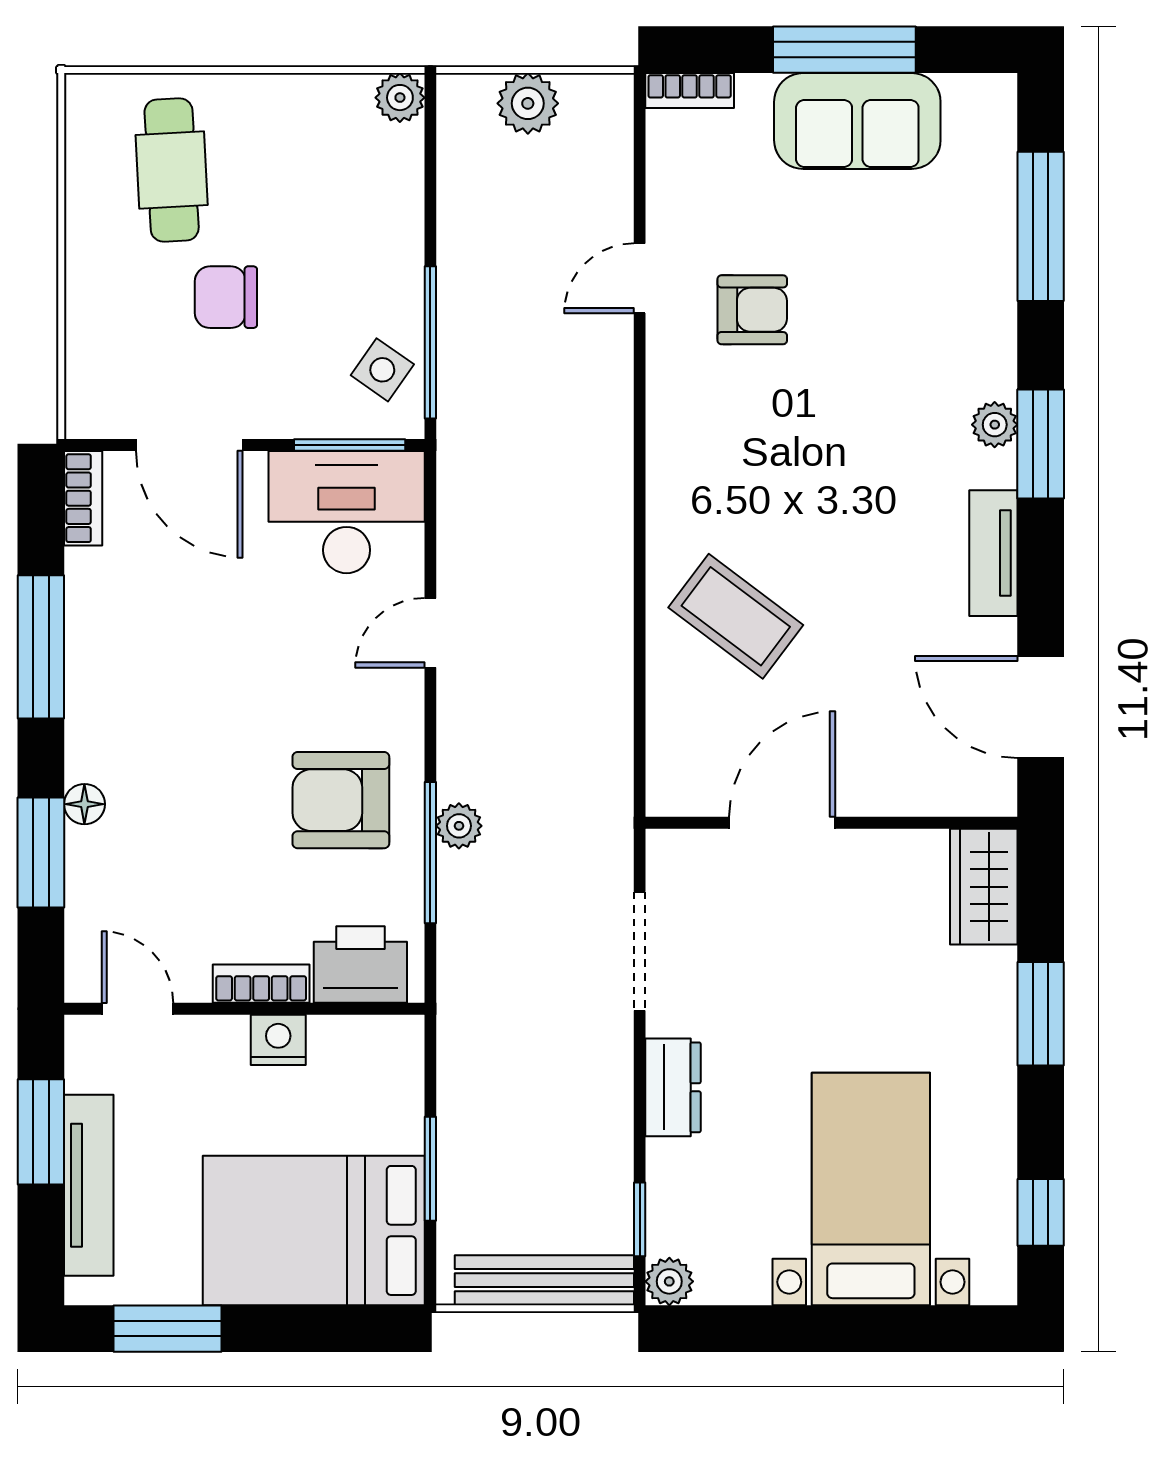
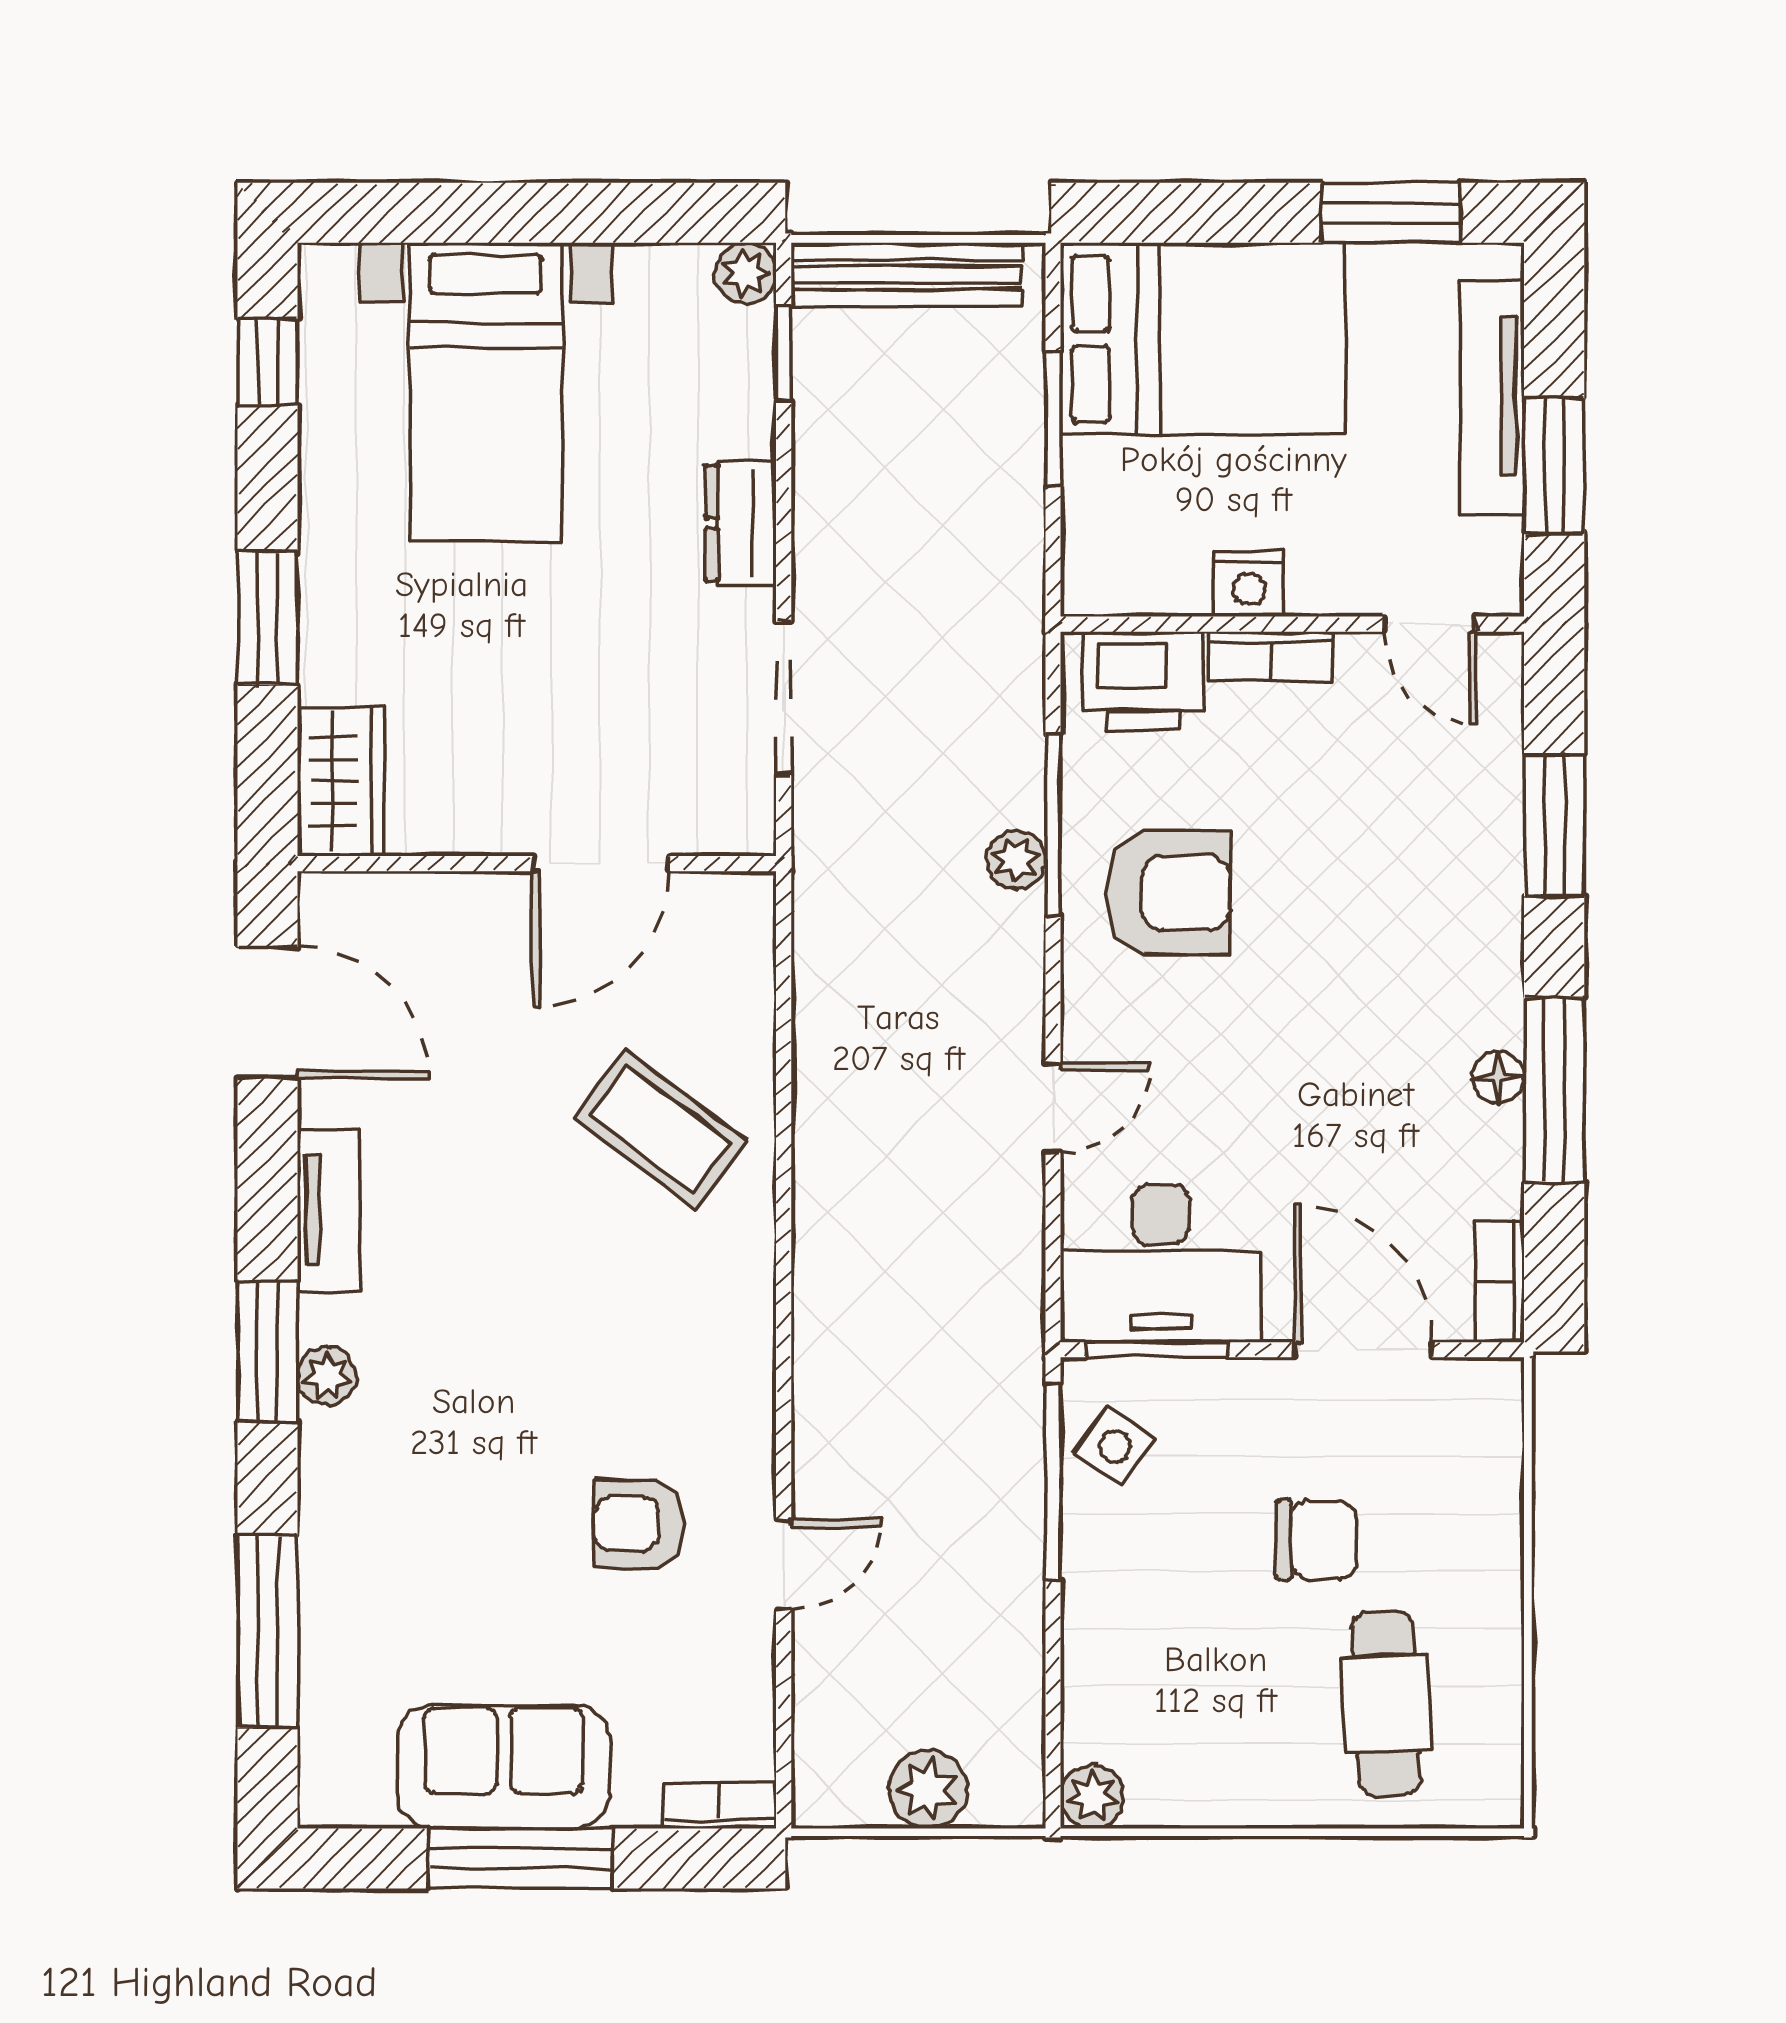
floor lamp: (84, 804) -> (1498, 1077), moved

